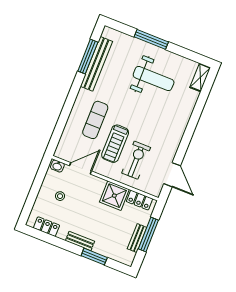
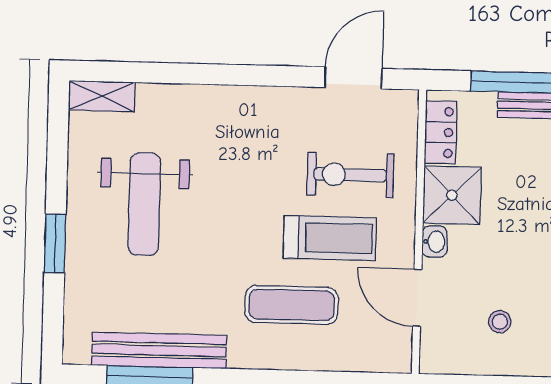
window: (151, 39) -> (55, 243), width x0.69
weight bench: (154, 79) -> (144, 204), turned 180
washbasin: (57, 166) -> (435, 242), moved

